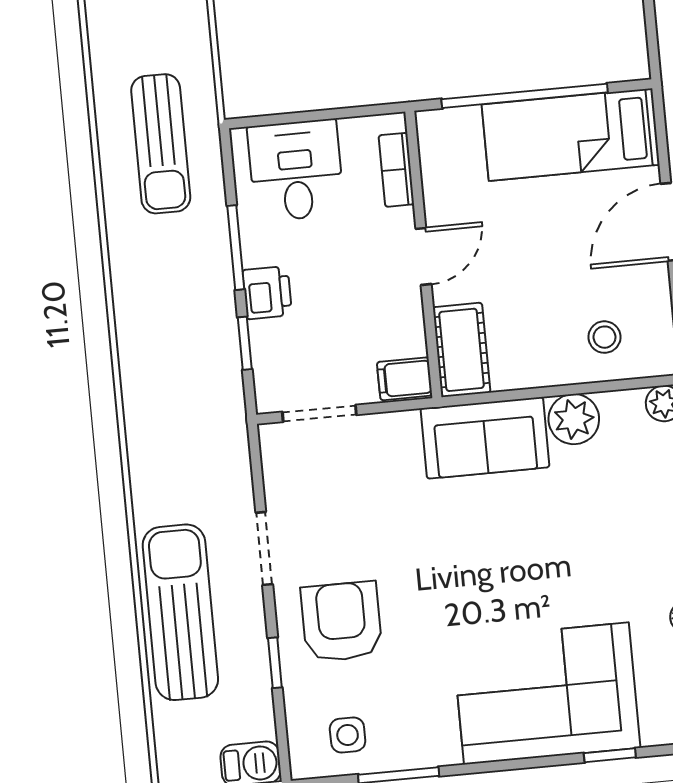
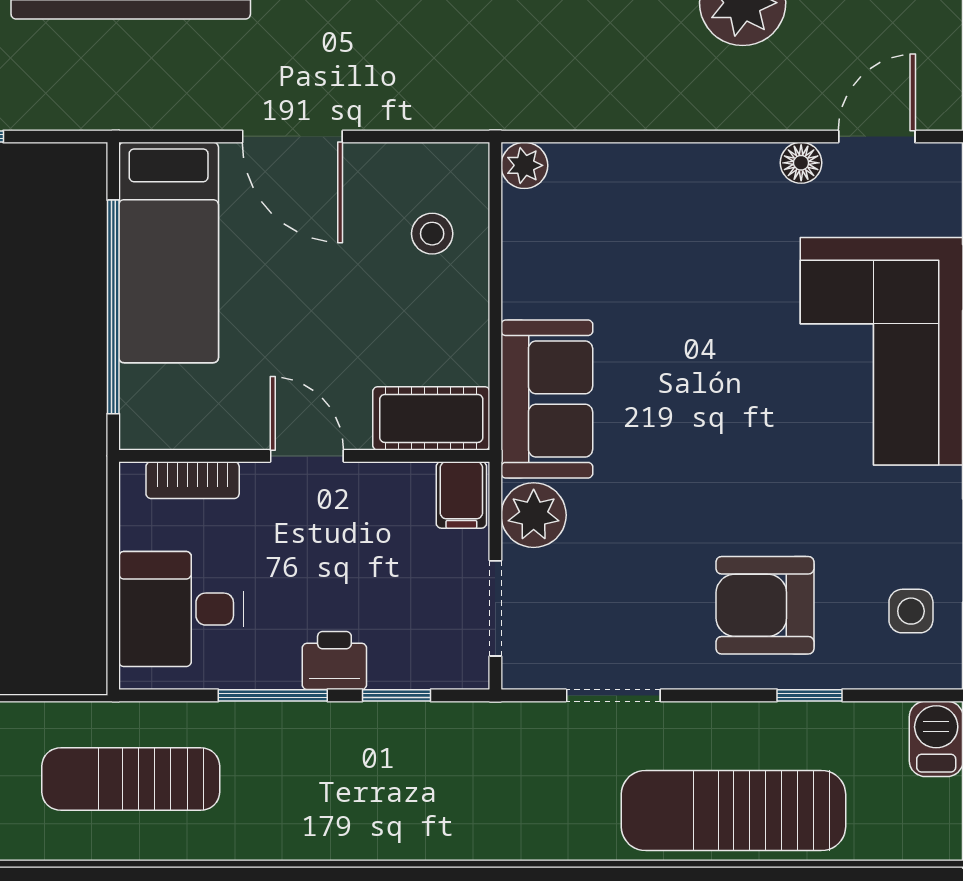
sun lounger: (161, 144) -> (131, 779), turned 180
plant: (574, 419) -> (534, 515), moved
doorway: (264, 548) -> (613, 695), moved

